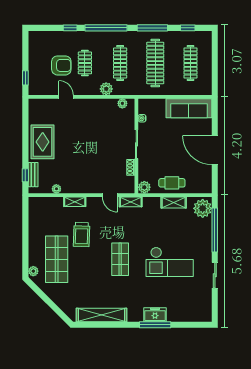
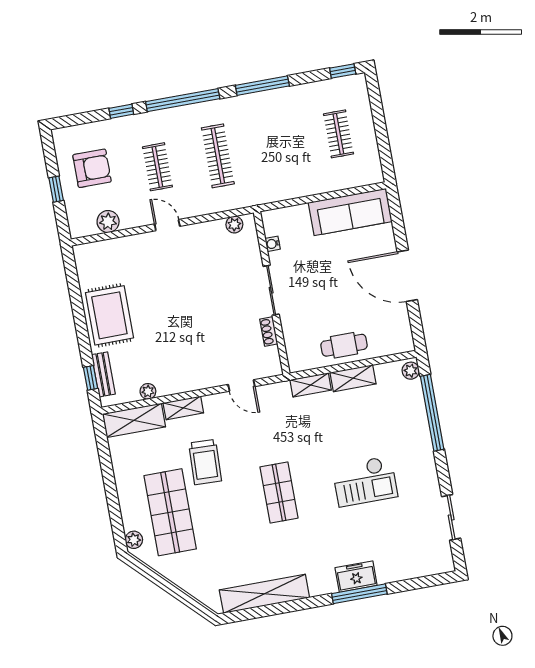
window: (188, 28) -> (343, 71), moved
clothes rail: (155, 63) -> (278, 145), removed
clothes rail: (190, 63) -> (338, 134), width x0.73
armchair: (61, 65) -> (92, 168), moved
window: (25, 78) -> (56, 189), moved
plant: (106, 89) -> (108, 222), moved
door: (66, 97) -> (167, 225), moved
plant: (144, 187) -> (298, 361), removed
shelving: (131, 202) -> (311, 385), moved
shelving: (46, 204) -> (134, 420), added
plant: (203, 208) -> (411, 371), width x0.53, depth x0.53
checkout: (170, 262) -> (365, 481), width x0.73, depth x0.83
sliding door: (215, 275) -> (451, 517), moved

